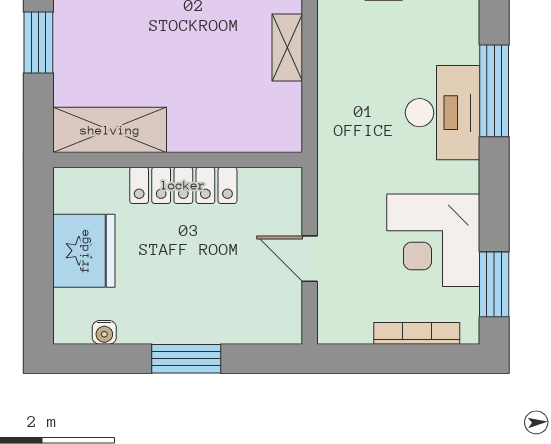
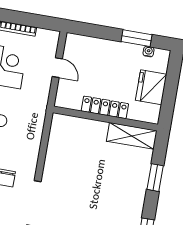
shelving: (287, 48) -> (51, 157), removed
window: (186, 359) -> (136, 38), moved

